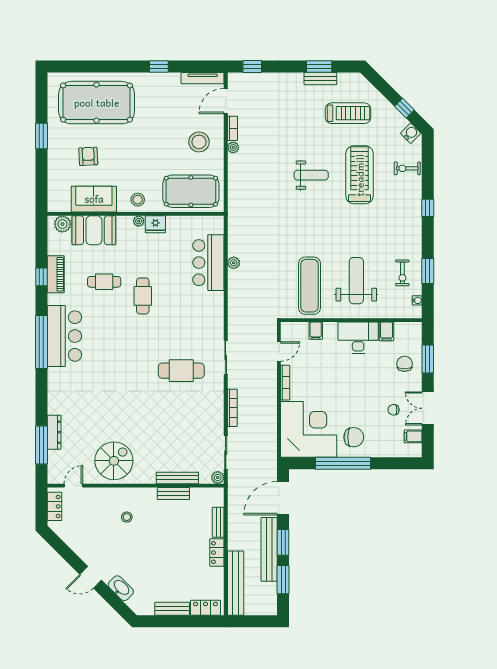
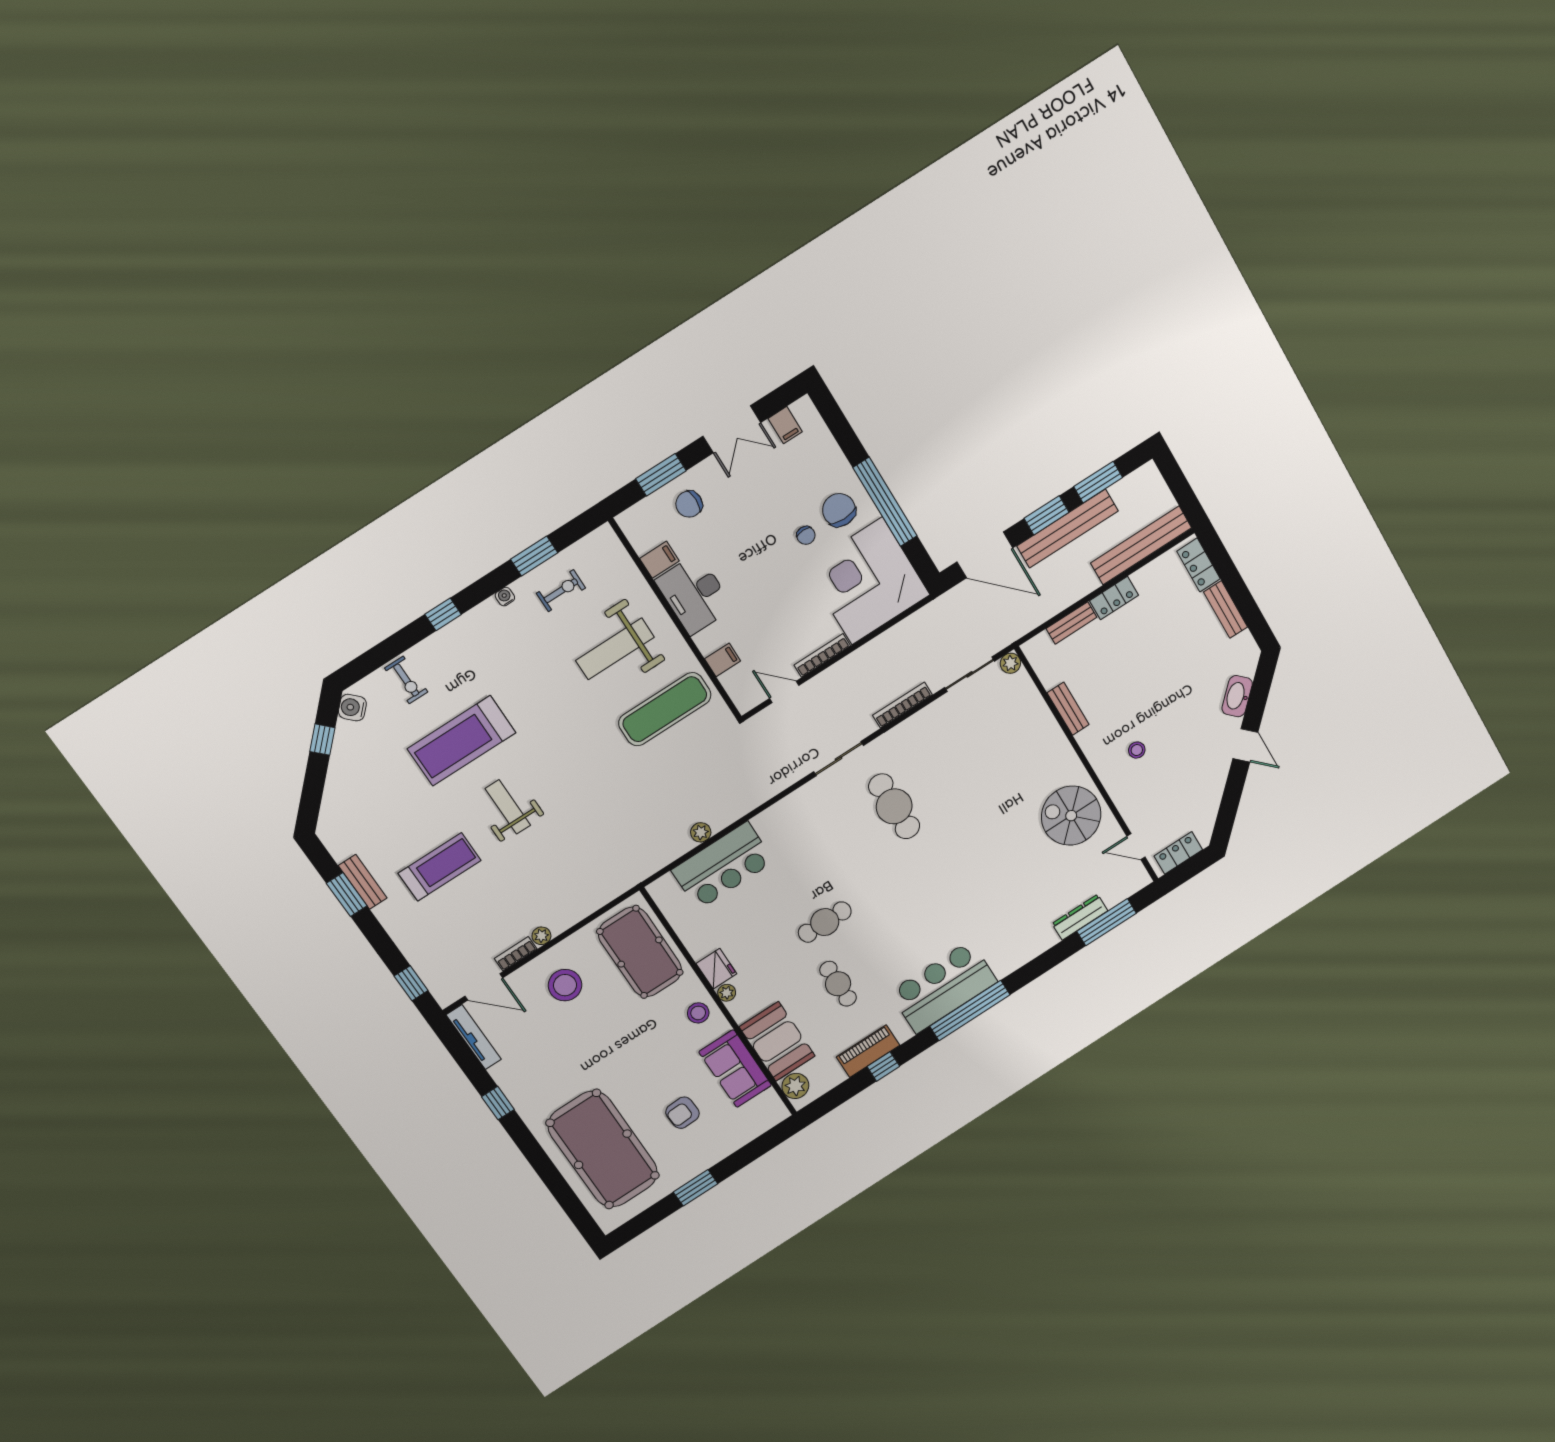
treadmill: (348, 113) -> (440, 867), moved, turned 90
water cooler: (417, 300) -> (505, 597), moved
chair: (393, 410) -> (806, 535), moved
bench: (177, 478) -> (1044, 717), removed

